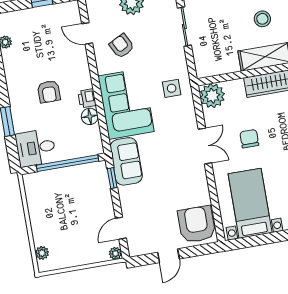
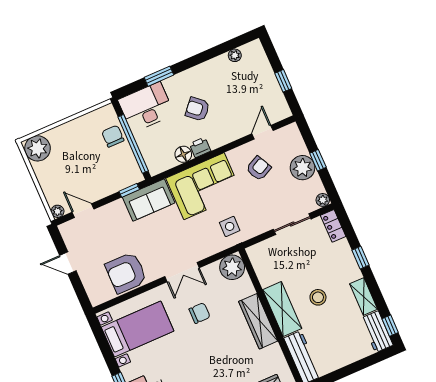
armchair: (49, 92) -> (197, 109), turned 41
desk: (36, 148) -> (146, 107), width x1.37
chair: (55, 181) -> (113, 136), added
armchair: (197, 224) -> (126, 273), moved, turned 180
plant: (42, 253) -> (37, 148), width x1.88, depth x1.88

